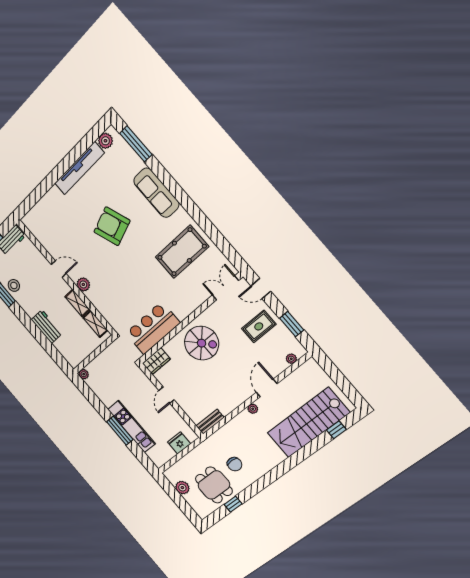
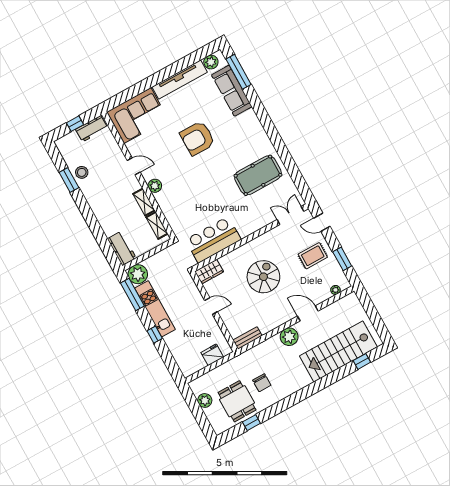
sofa: (156, 193) -> (232, 91), moved
corner sofa: (49, 216) -> (137, 116), added
armchair: (112, 226) -> (197, 138), turned -70
workbench: (47, 327) -> (122, 248), moved
spiral stairs: (202, 343) -> (263, 277), moved, turned -90
plant: (84, 374) -> (138, 274), width x1.88, depth x1.88
door: (267, 388) -> (308, 313), hinge flipped
window: (90, 395) -> (132, 295), added
door: (166, 395) -> (211, 306), swing flipped
plant: (253, 409) -> (289, 337), width x1.87, depth x1.87
kitchen unit: (131, 426) -> (155, 309), moved
window: (120, 431) -> (155, 335), width x0.46

